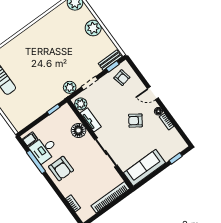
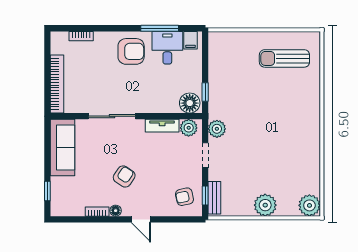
door: (153, 93) -> (141, 219), swing flipped
floor lamp: (78, 130) -> (190, 103), moved
armchair: (61, 168) -> (131, 51), turned 180

